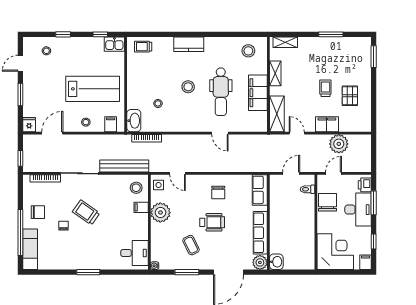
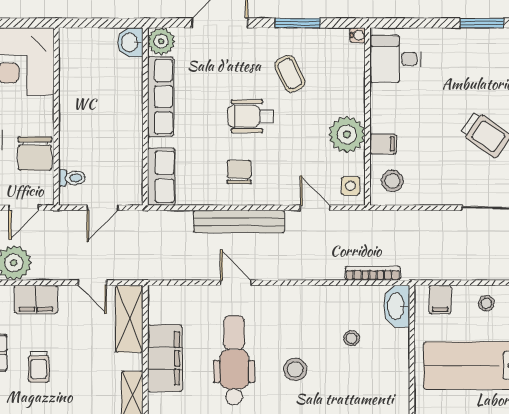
bench: (124, 166) -> (239, 222), moved

